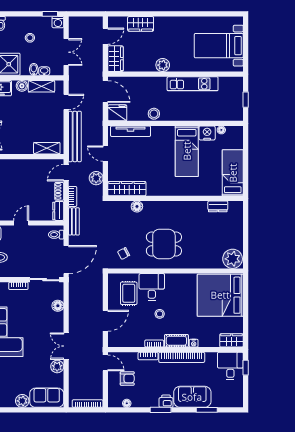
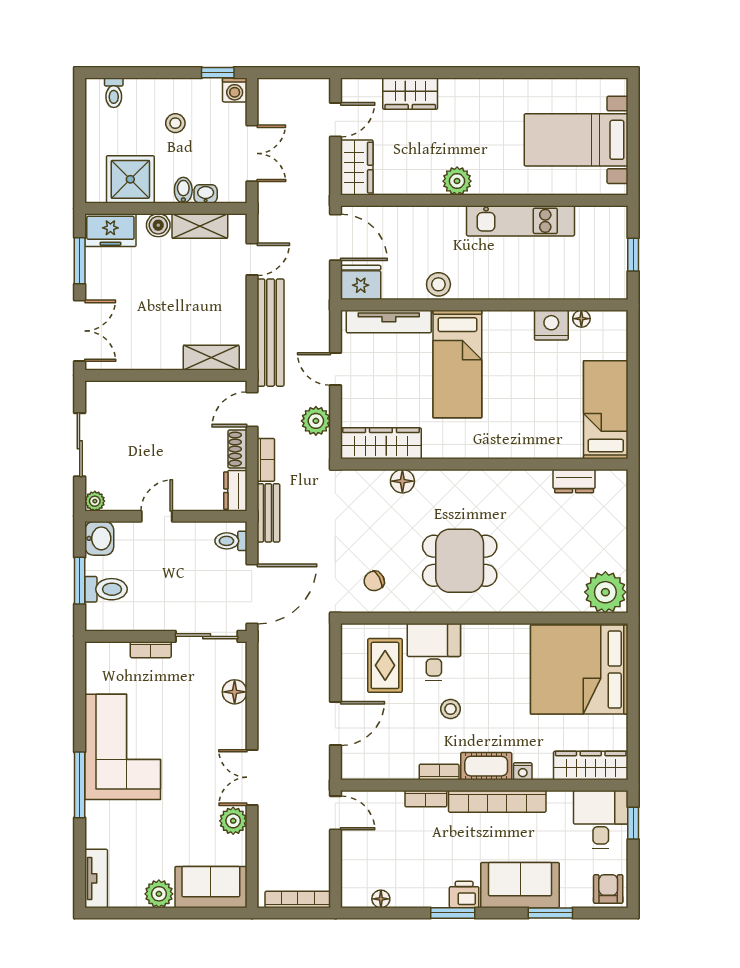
bed: (187, 151) -> (457, 364), moved
wardrobe: (231, 340) -> (591, 766), width x1.50
armchair: (127, 378) -> (608, 889), moved, turned -90

